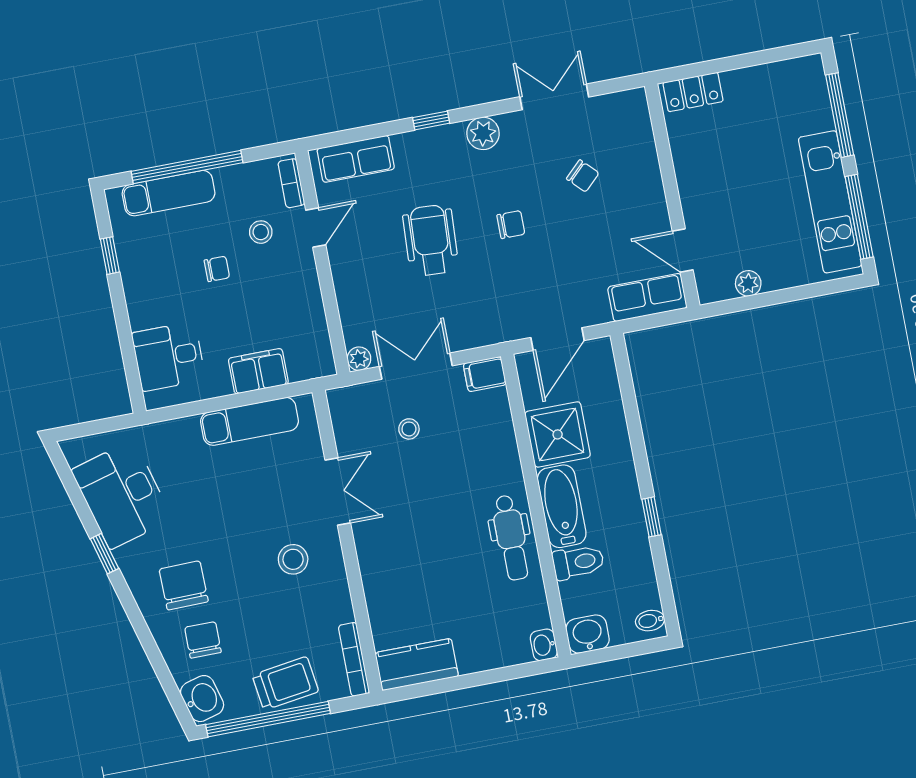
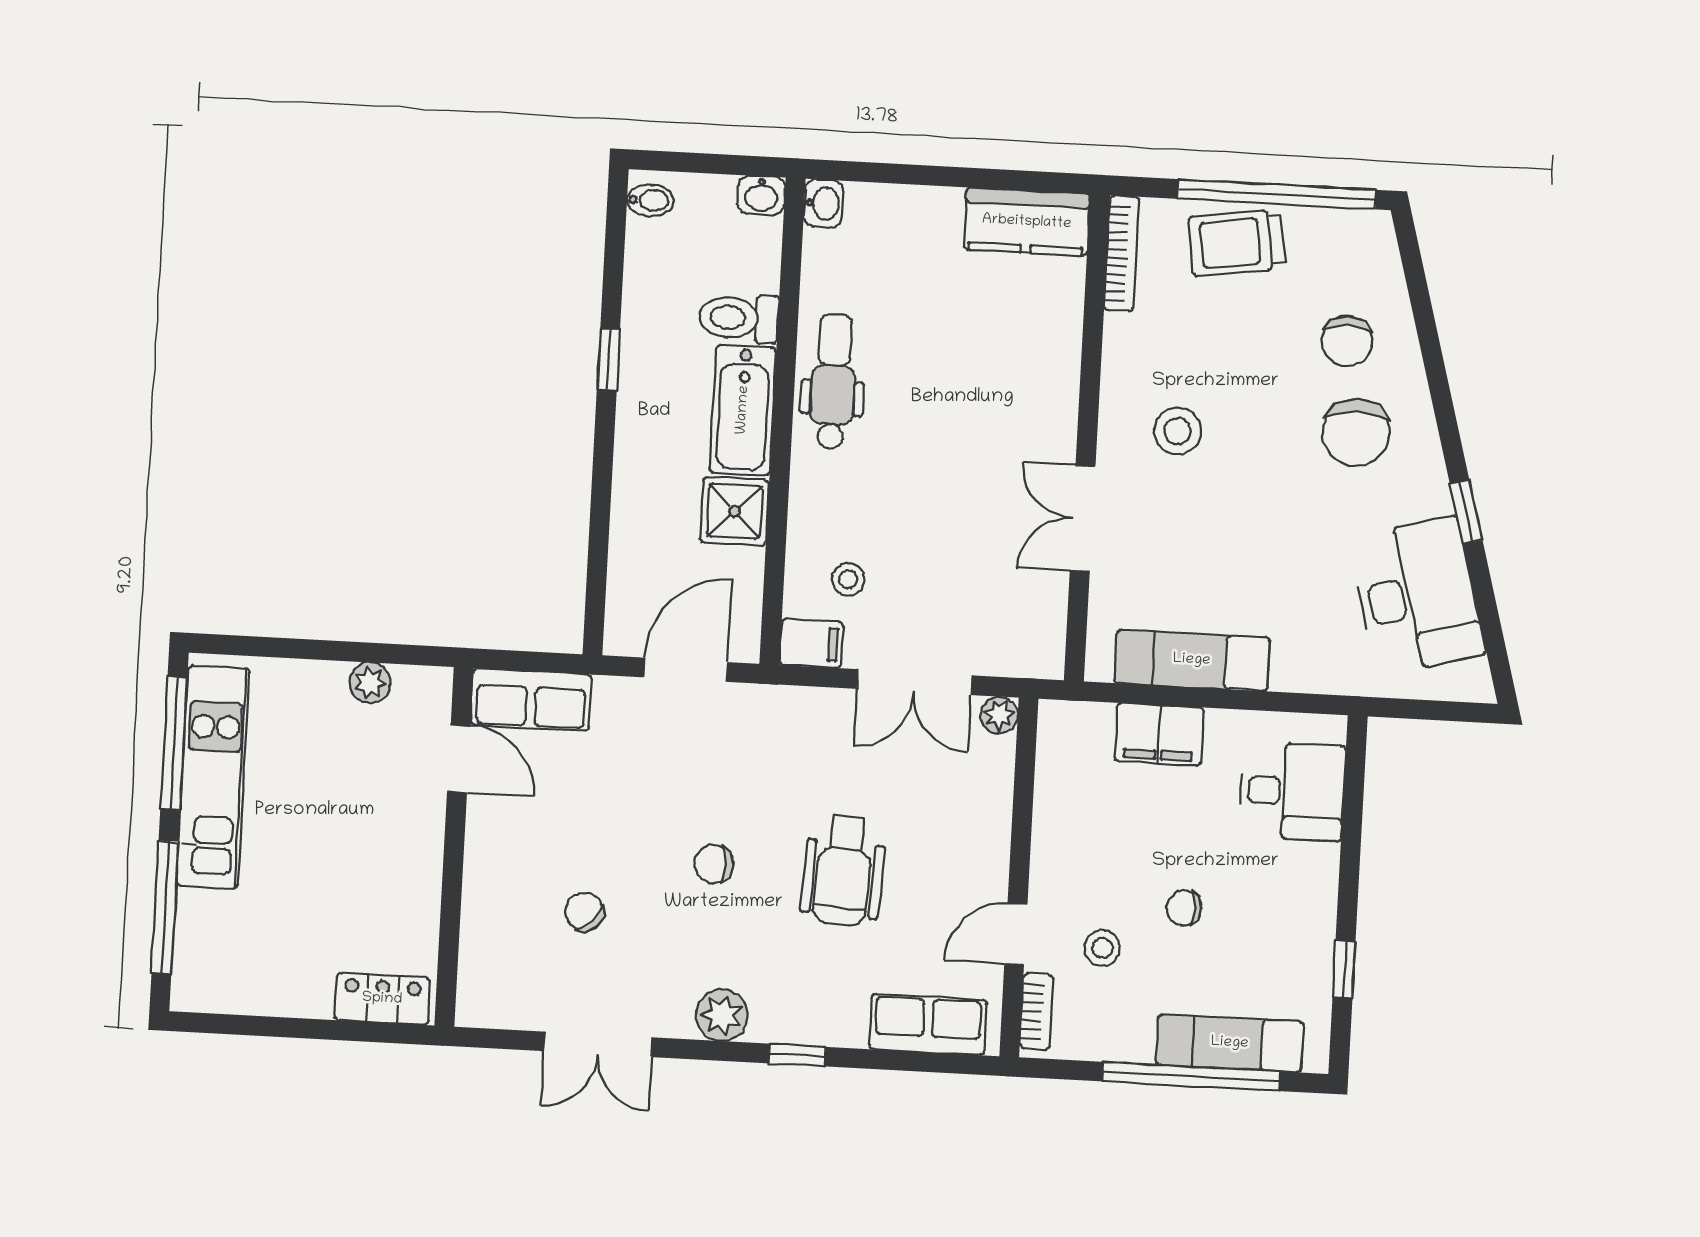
stool: (409, 429) -> (848, 579), moved
shower: (558, 434) -> (735, 511), width x0.73, depth x0.73
washbasin: (588, 634) -> (761, 195), width x0.72, depth x0.69
washbasin: (202, 699) -> (1371, 251), removed

